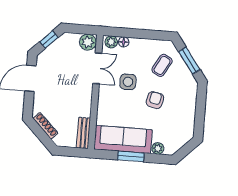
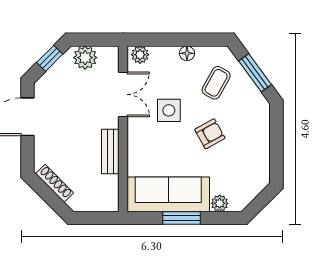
plant: (88, 42) -> (85, 58), moved
floor lamp: (124, 42) -> (187, 53), moved
armchair: (155, 100) -> (210, 134), turned 48
bench: (83, 133) -> (110, 151), moved

